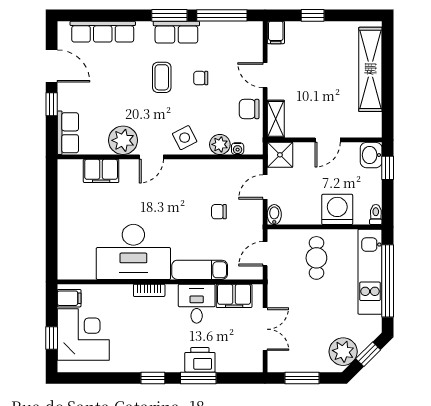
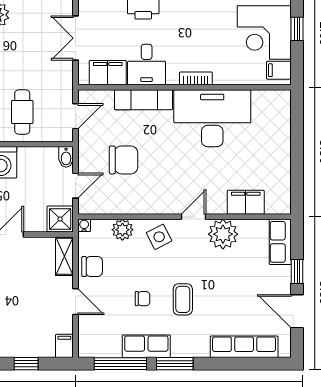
row of seats: (176, 32) -> (146, 346), moved
water cooler: (238, 149) -> (84, 225), moved
chair: (219, 212) -> (124, 160), width x1.87, depth x1.87

